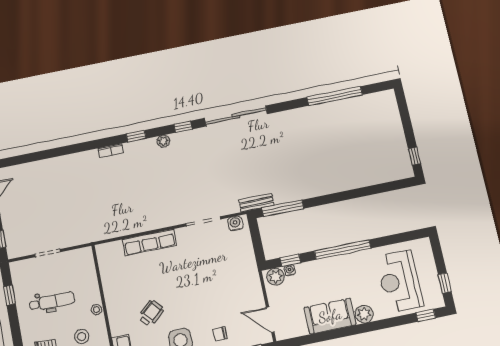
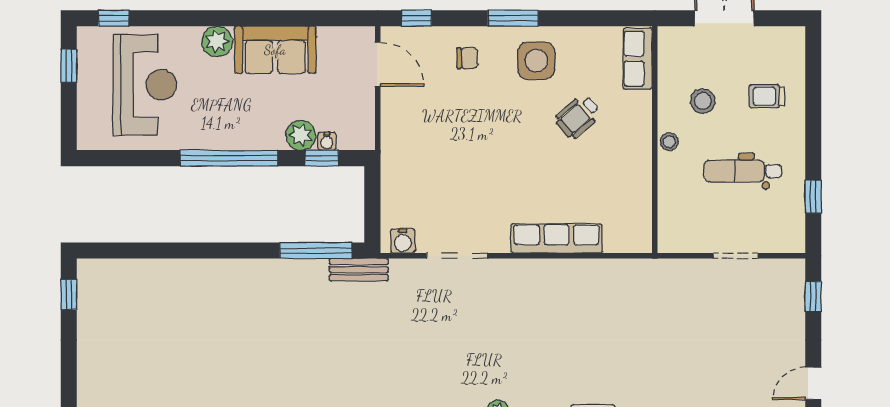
plant: (276, 277) -> (301, 135), moved

